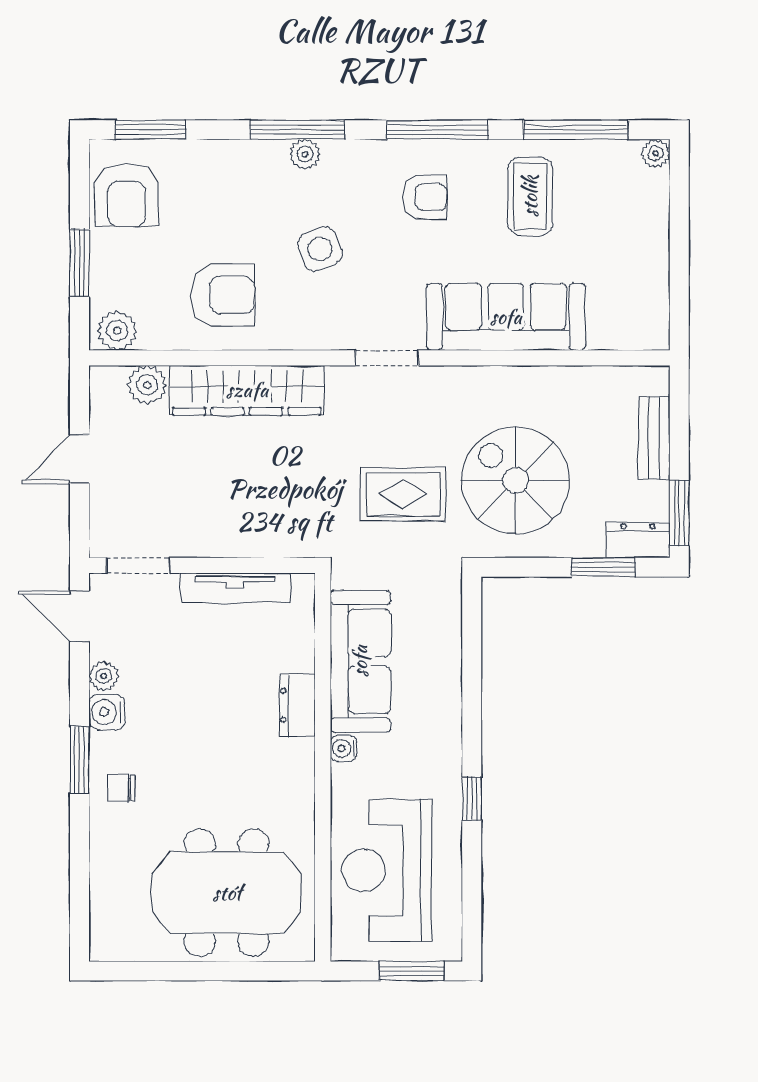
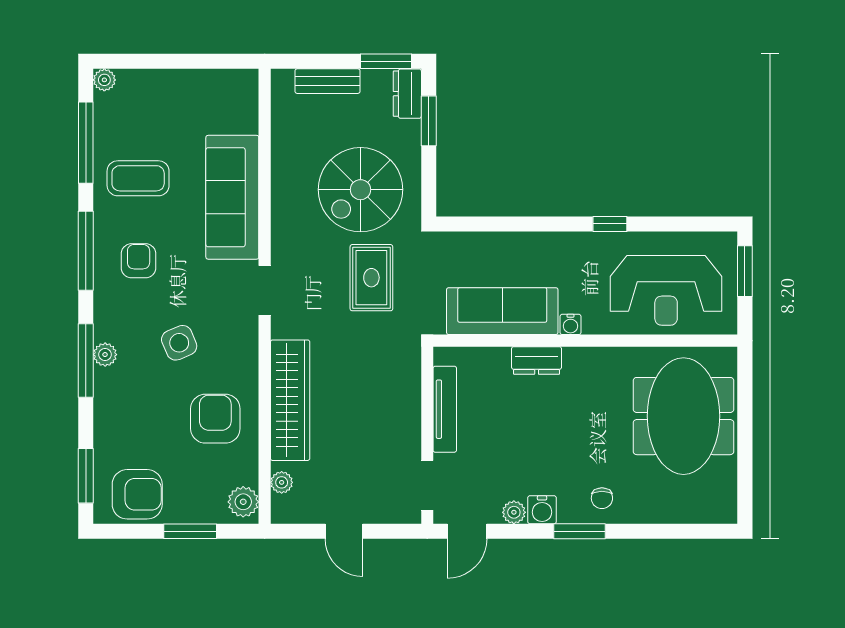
plant: (147, 385) -> (282, 482), width x0.73, depth x0.73

